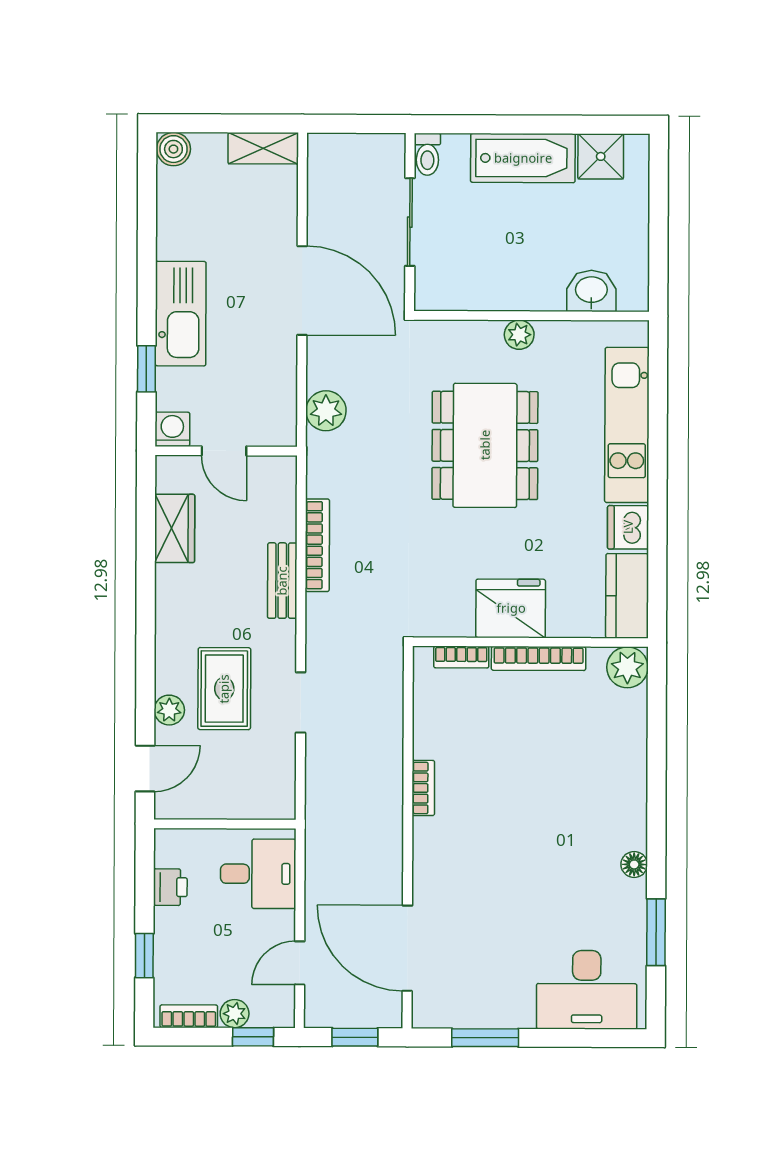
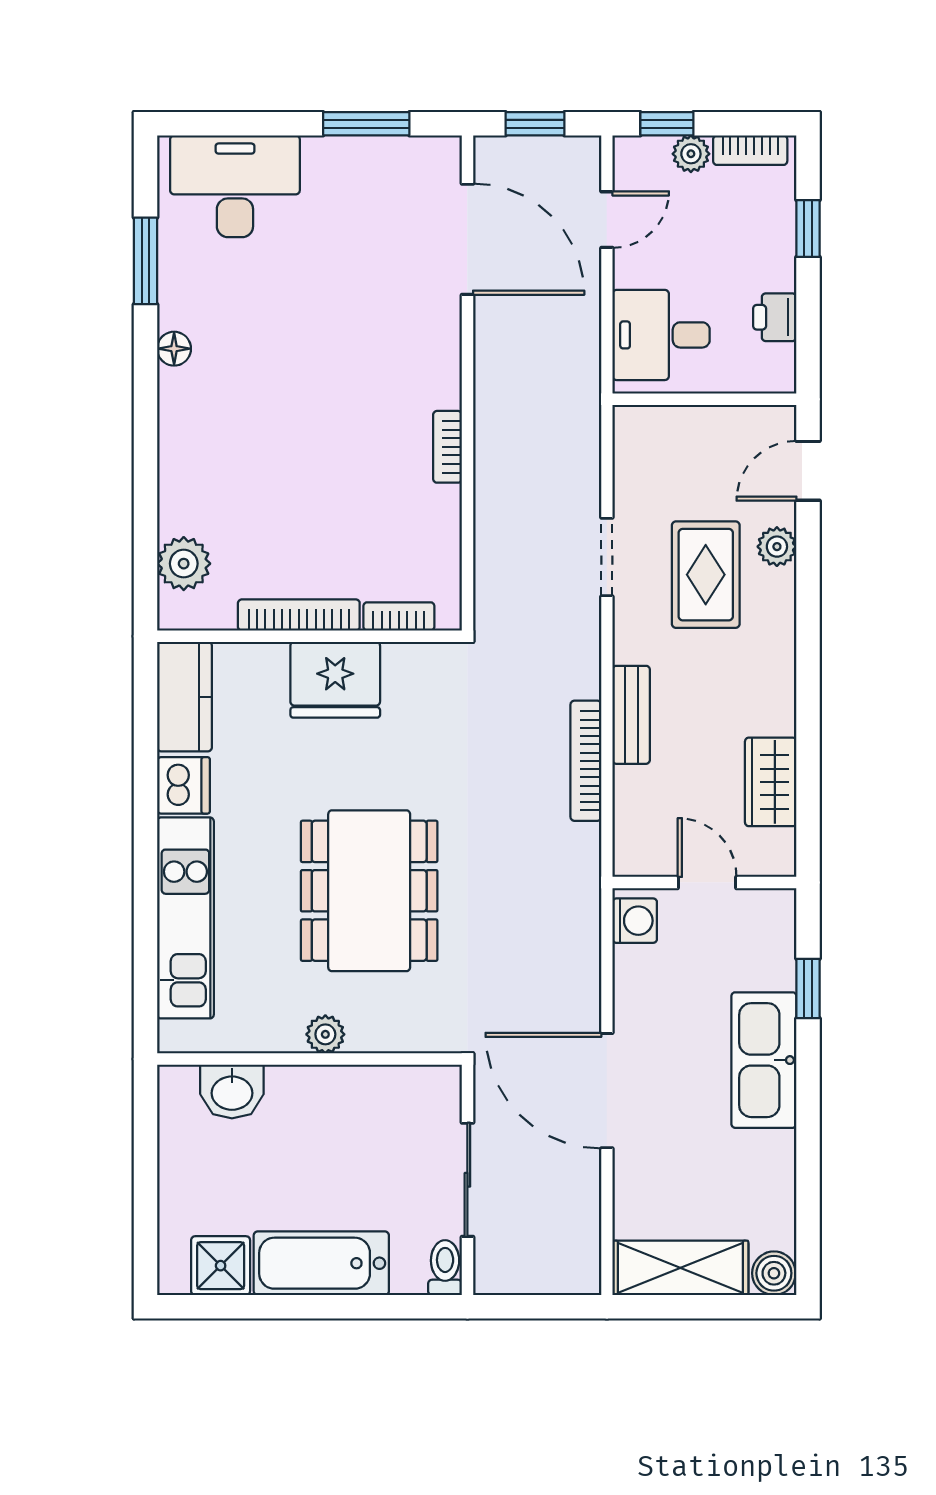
shelving: (263, 148) -> (680, 1268), width x1.50, depth x1.33
plant: (326, 411) -> (575, 935), removed
washing machine: (172, 429) -> (635, 921), moved, turned -90
plant: (627, 667) -> (184, 564), moved

